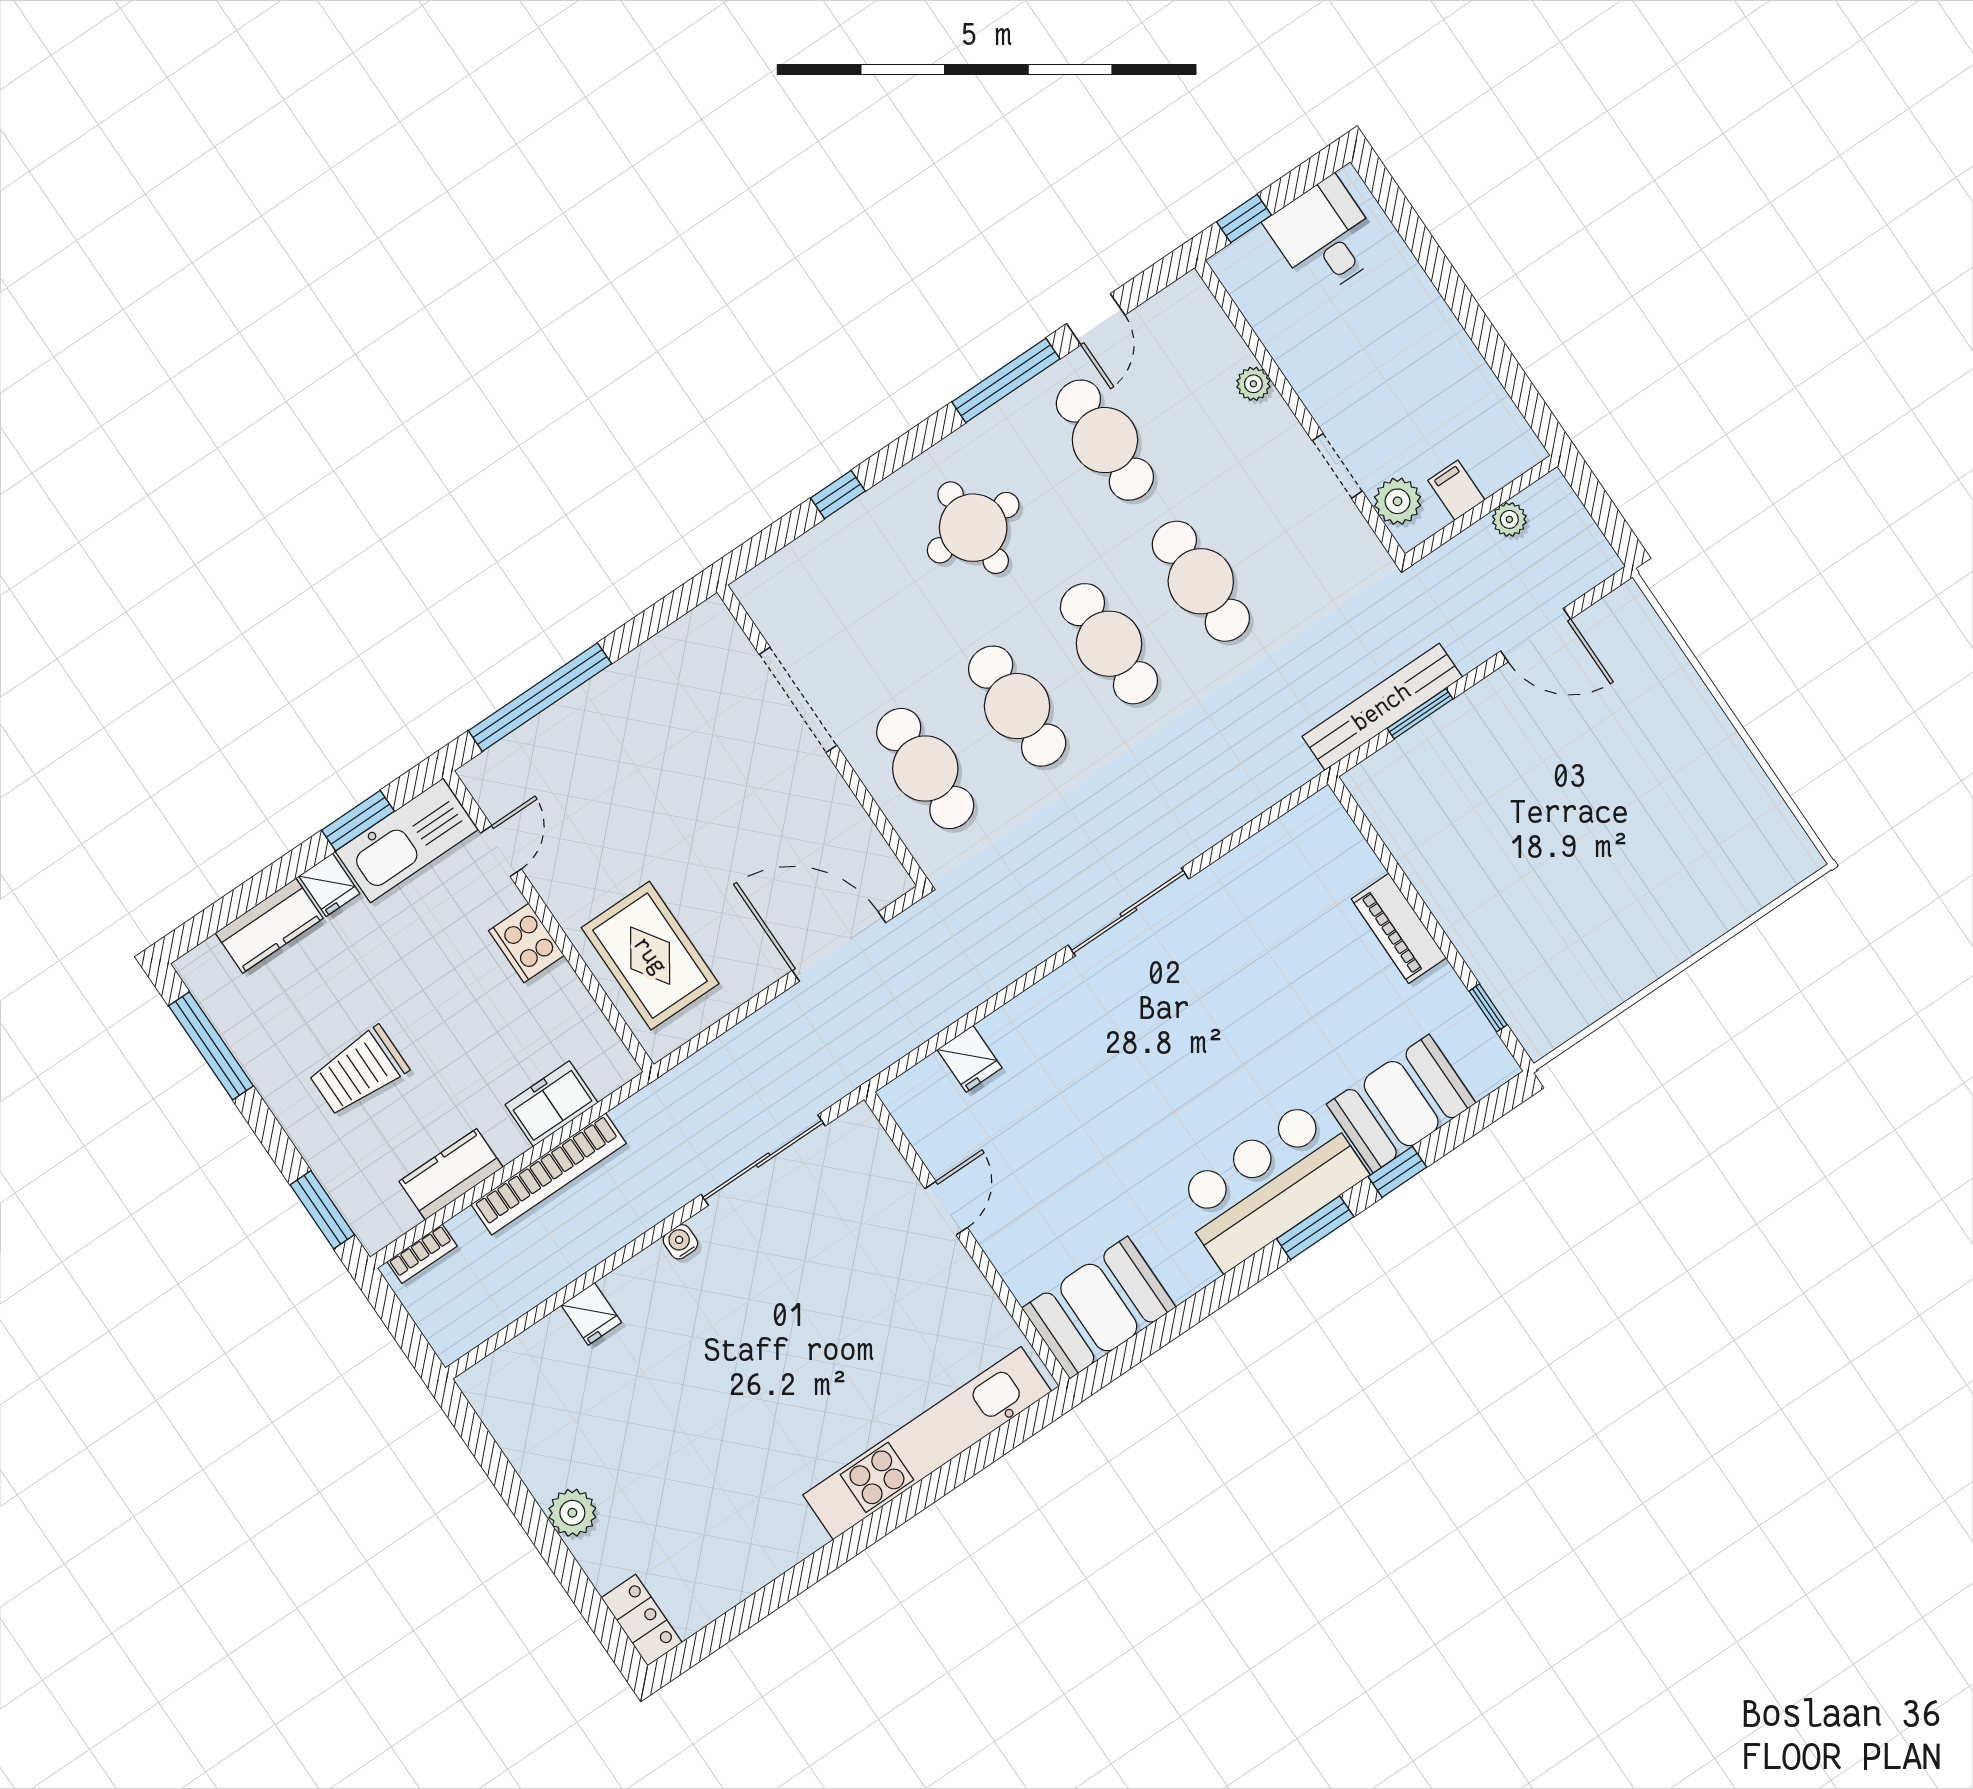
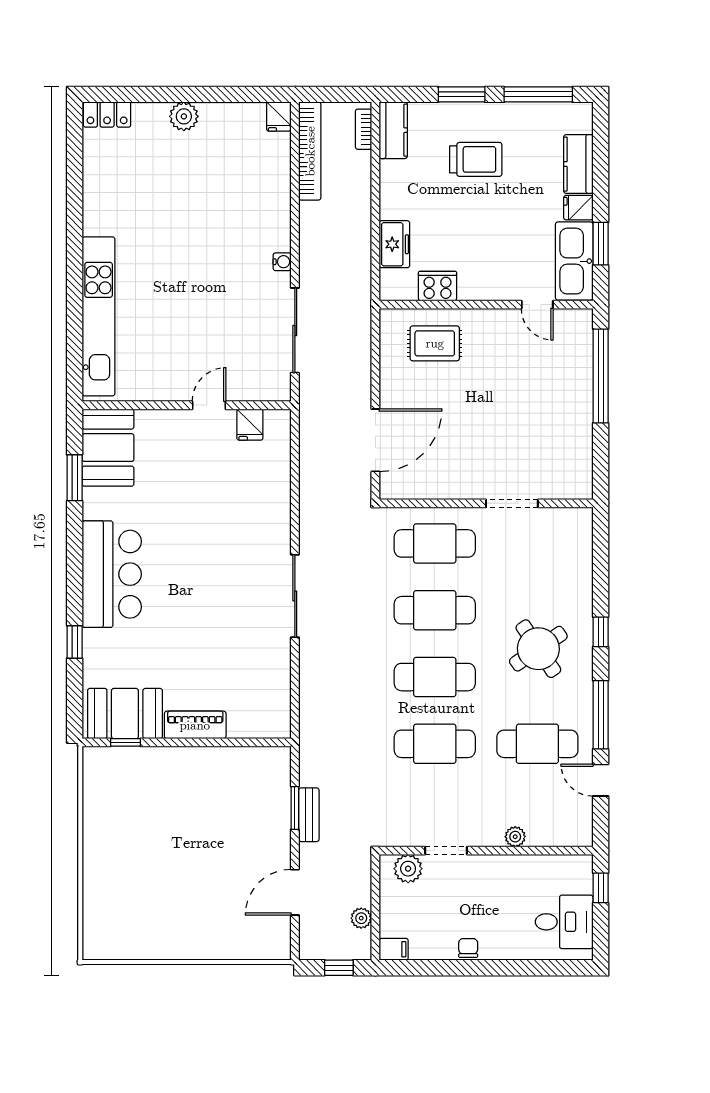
chair: (1450, 345) -> (468, 948), added
filing cabinet: (1456, 490) -> (394, 949), moved
window: (838, 495) -> (601, 632), moved
window: (1598, 504) -> (339, 968), added
round table: (973, 528) -> (538, 649), turned -34
doorway: (798, 700) -> (512, 503), width x0.73
bench: (1382, 707) -> (309, 815), width x0.54, depth x0.82
cooker: (526, 943) -> (437, 286), moved
rug: (650, 956) -> (435, 343), width x0.73, depth x0.70
fridge: (970, 1059) -> (250, 425), moved, turned -90
trolley: (359, 1071) -> (476, 159), turned 90
booth: (1401, 1104) -> (125, 714), moved, turned 90
kitchen counter: (451, 1174) -> (393, 130), moved
bookcase: (549, 1174) -> (310, 151), moved, turned 180
door: (946, 1208) -> (209, 405), swing flipped
window: (322, 1210) -> (462, 94), moved
window: (1315, 1228) -> (75, 478), moved
fridge: (591, 1314) -> (279, 117), moved, turned -90

